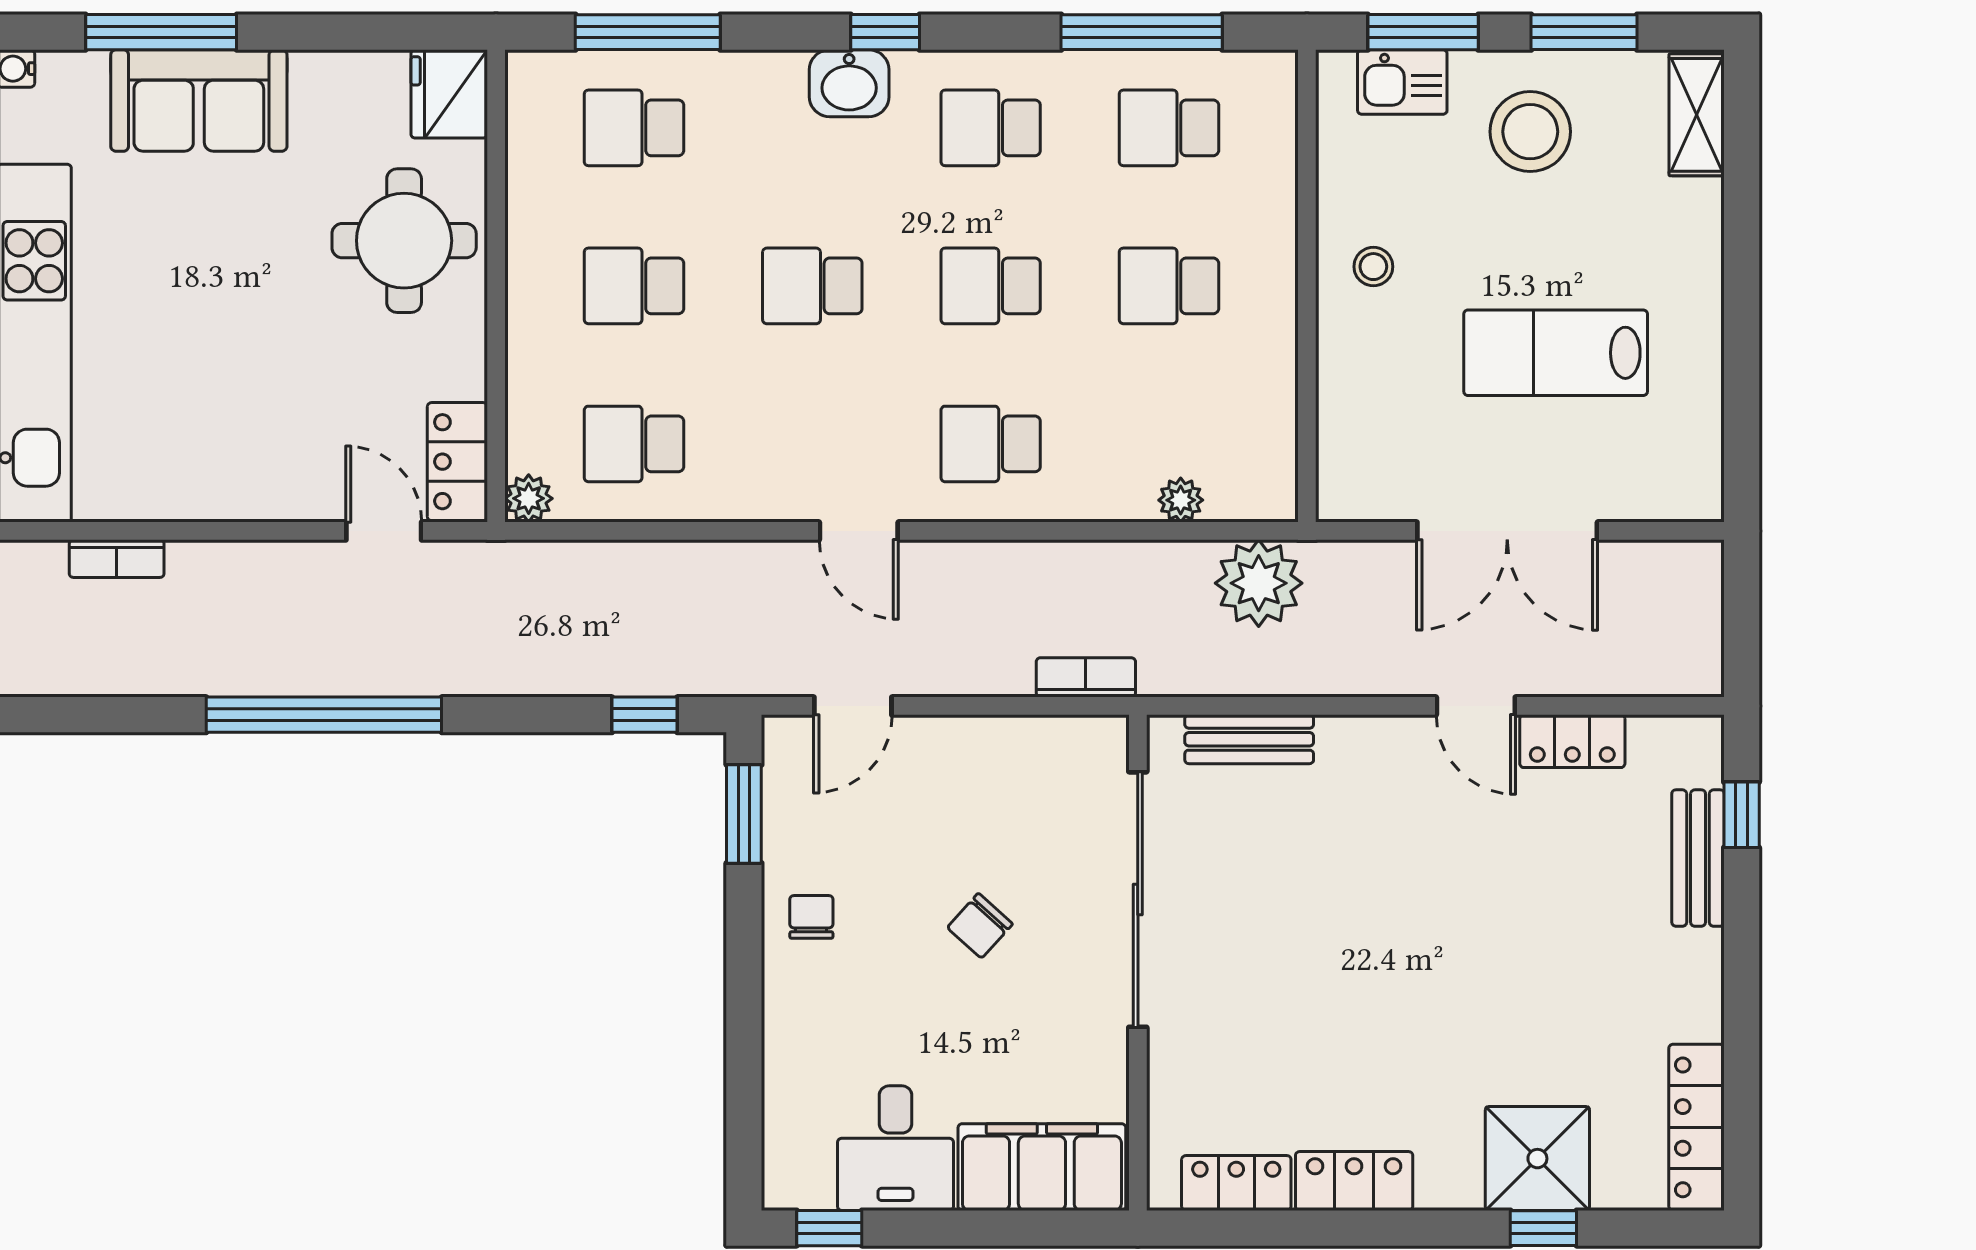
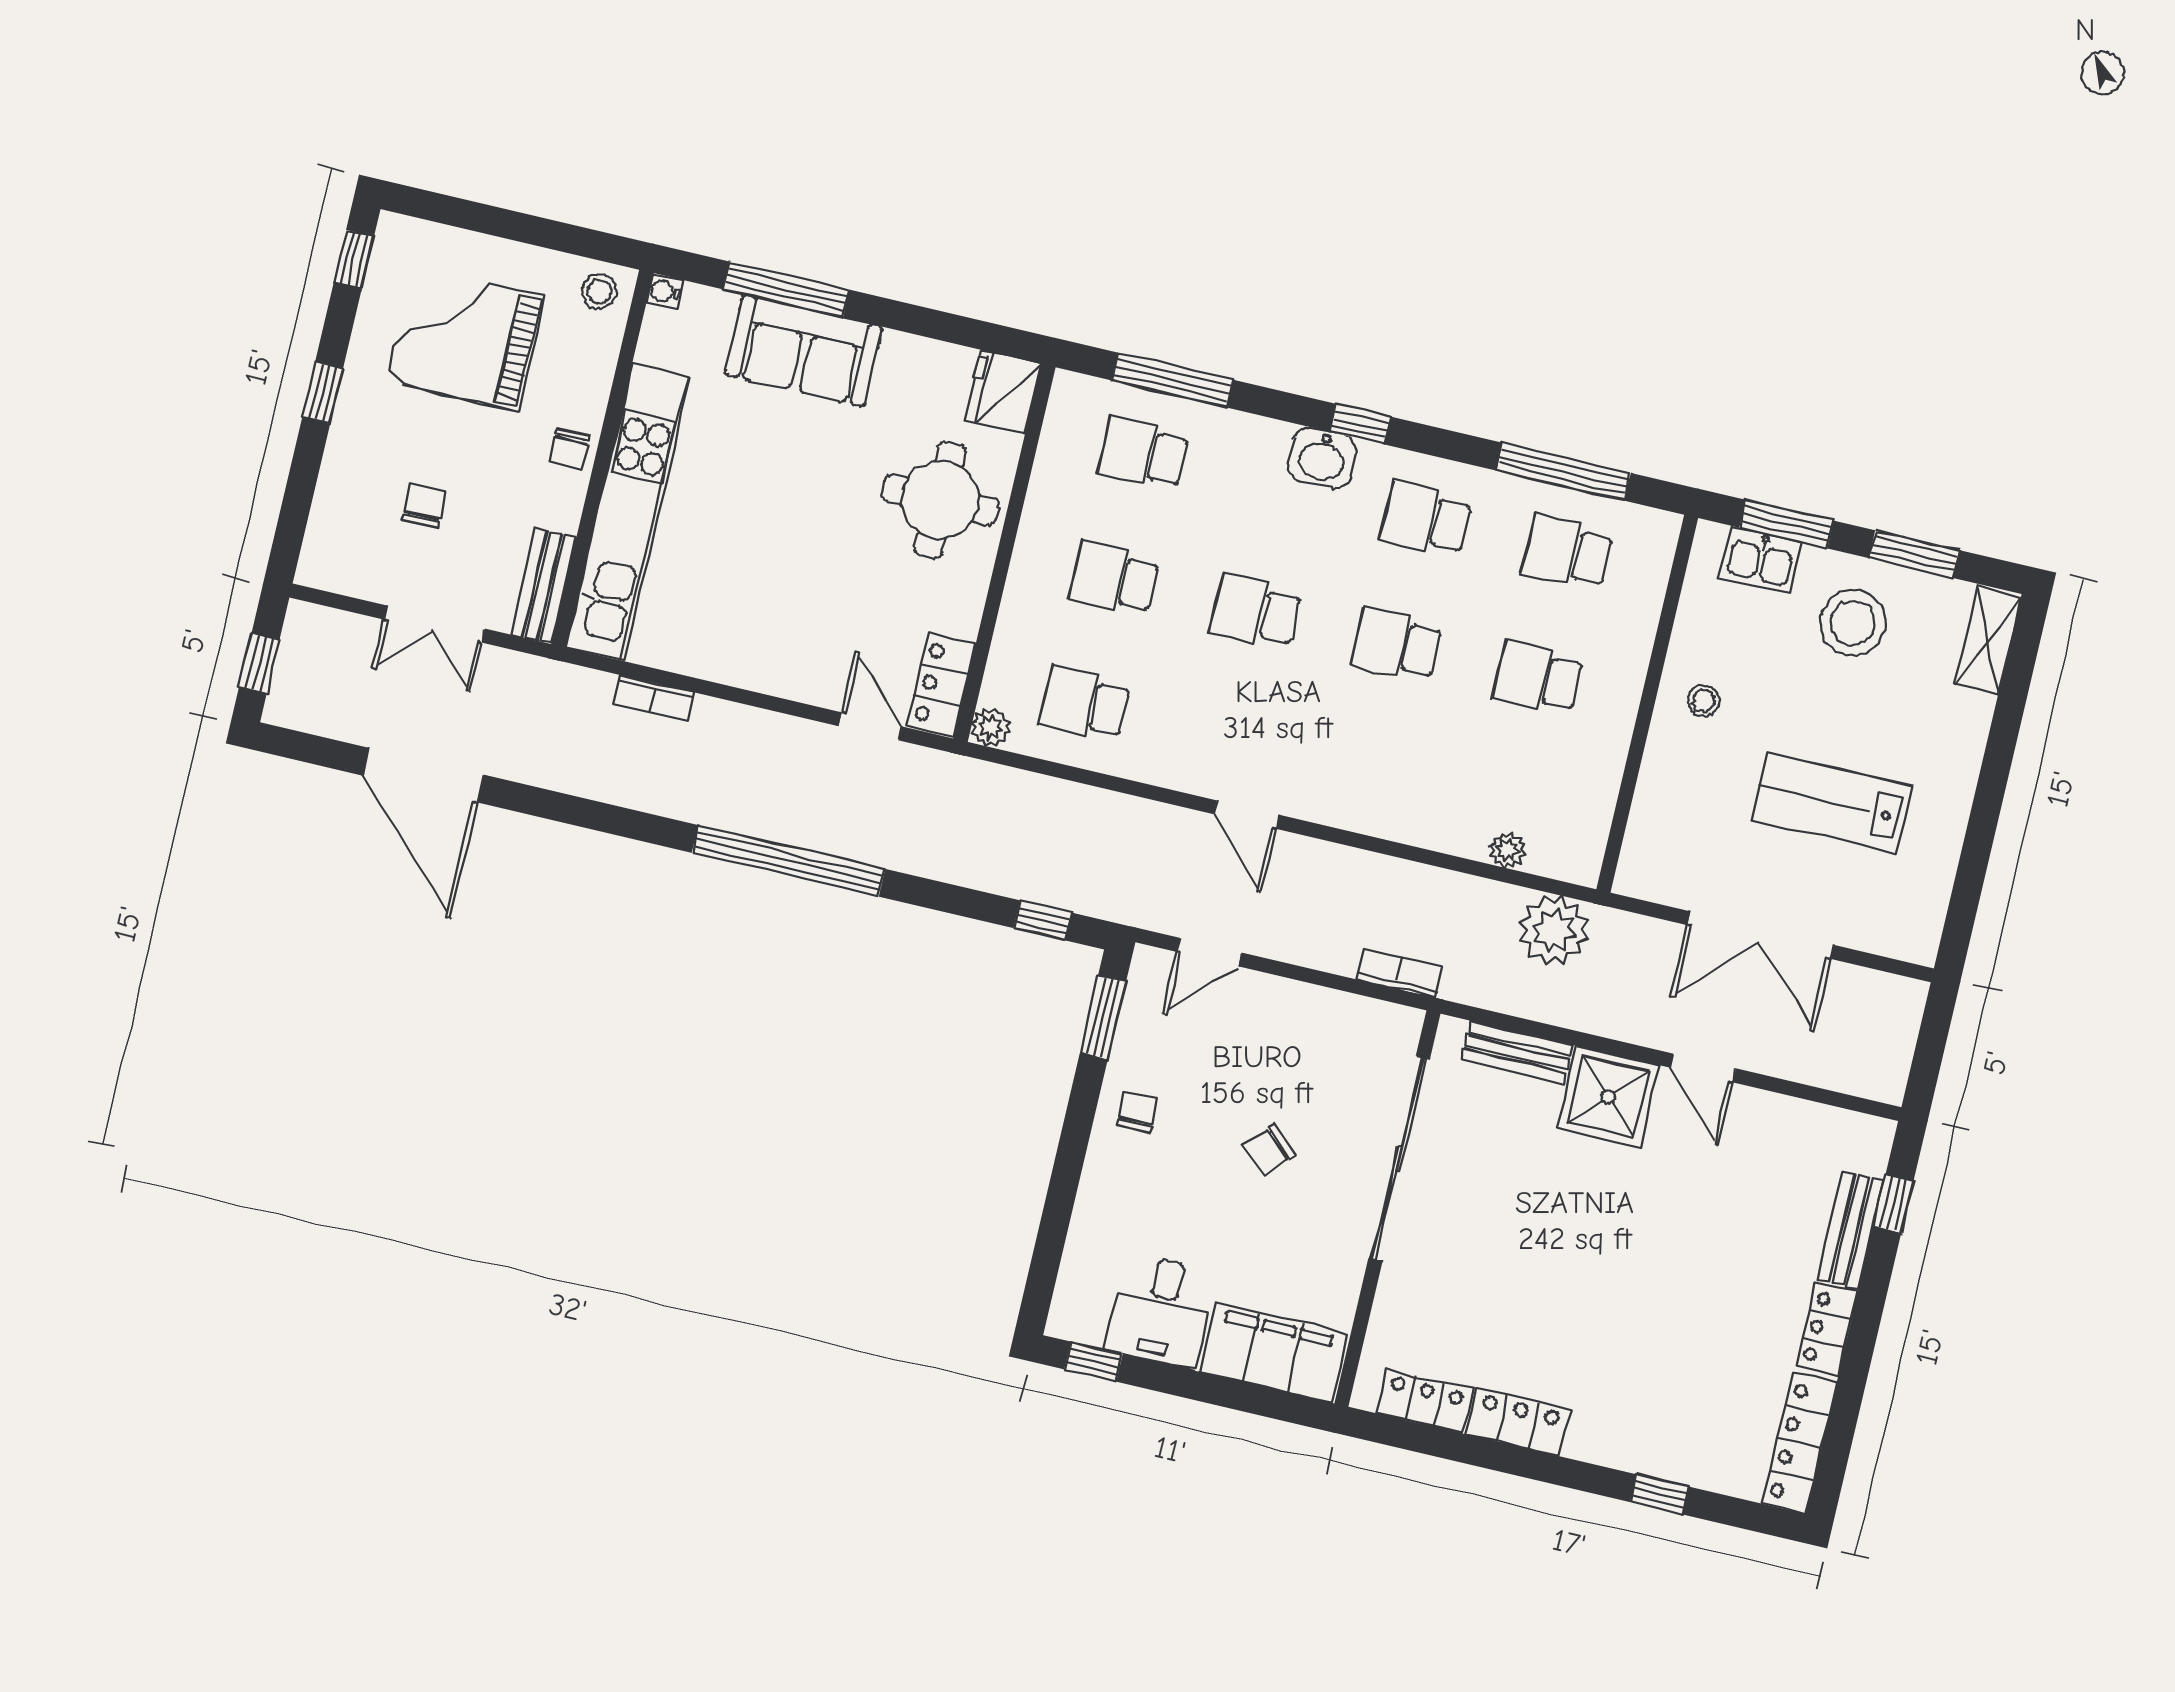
school desk: (991, 444) -> (1367, 770), removed
locker: (1572, 741) -> (1827, 1329), moved, turned 90
shower: (1537, 1159) -> (1608, 1097), moved

